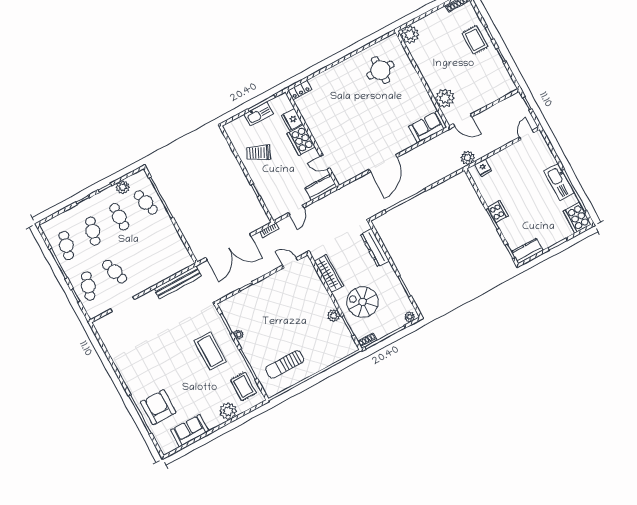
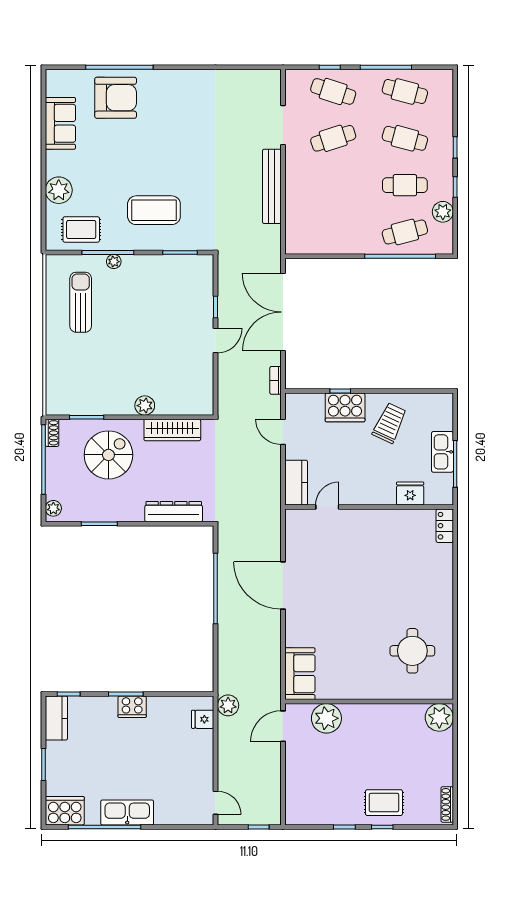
cooker: (301, 140) -> (345, 407), moved, turned 180
door: (290, 263) -> (216, 341), moved
bench: (178, 282) -> (272, 186), moved
plant: (334, 316) -> (145, 406), moved
plant: (239, 334) -> (114, 262), moved

